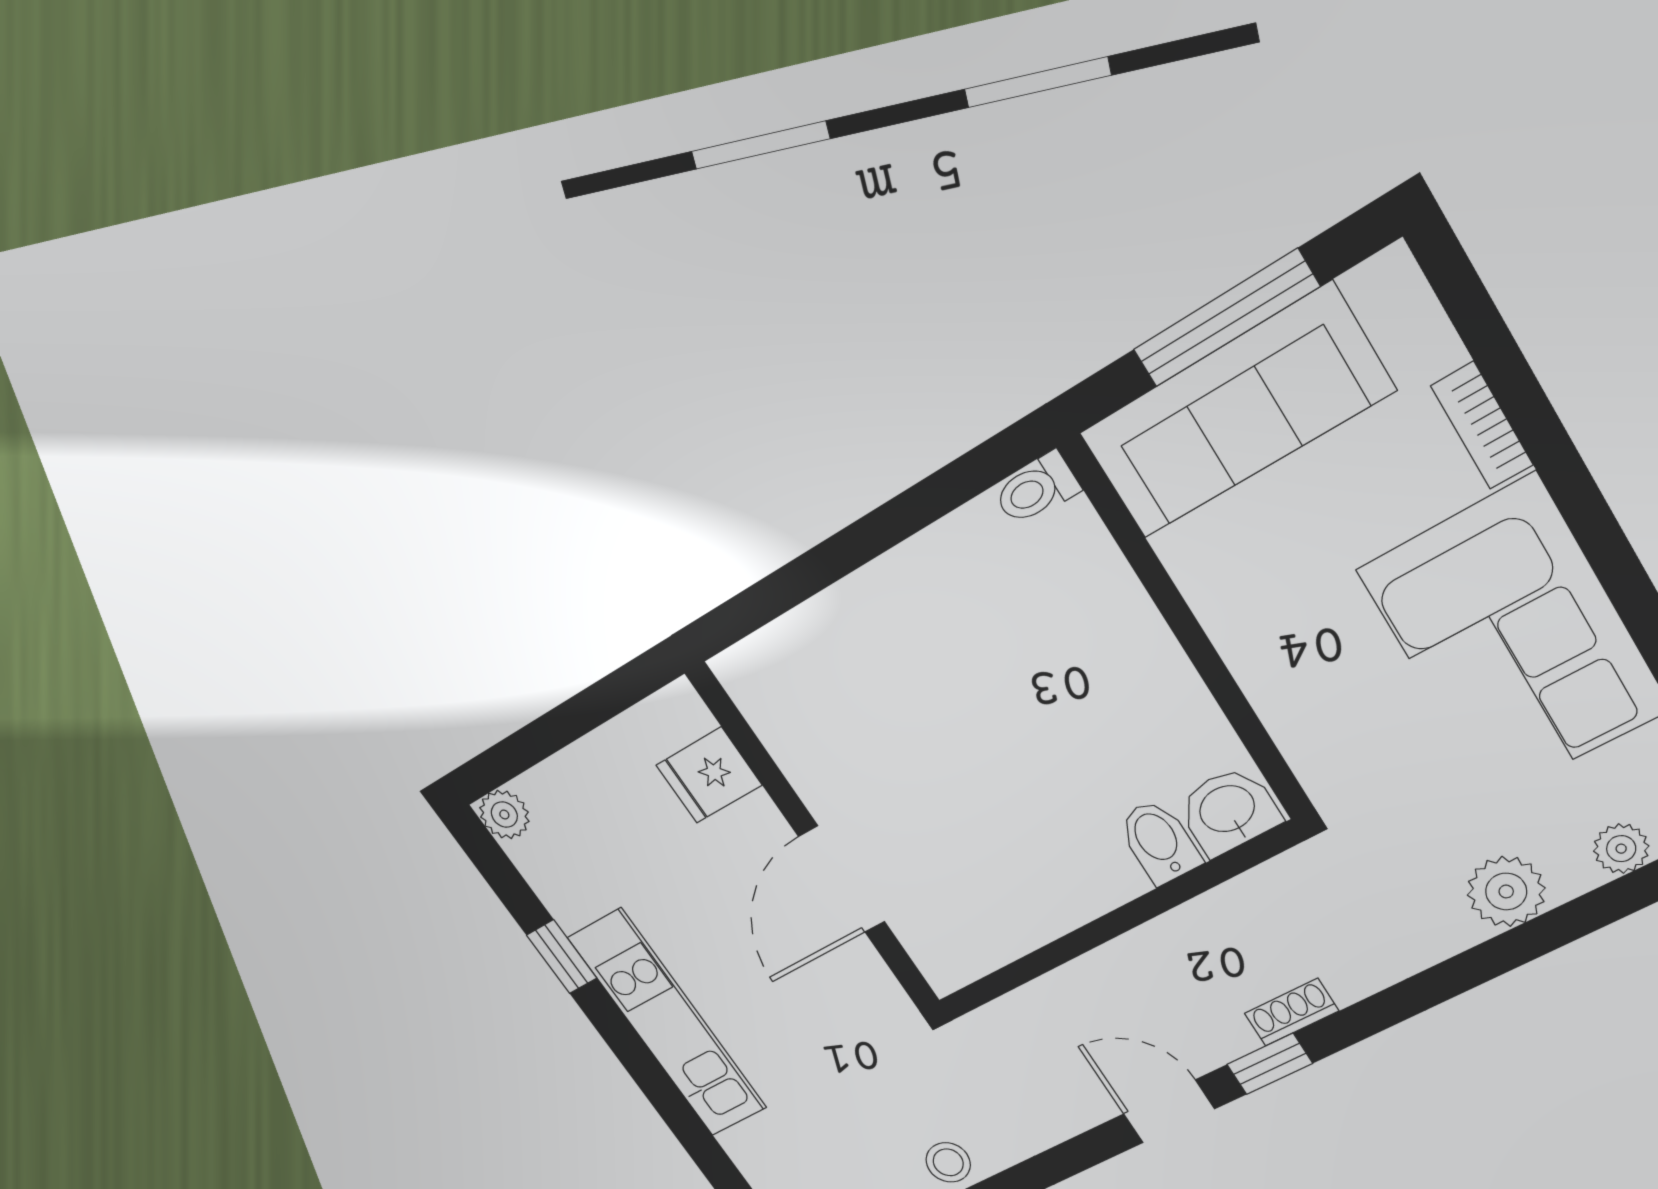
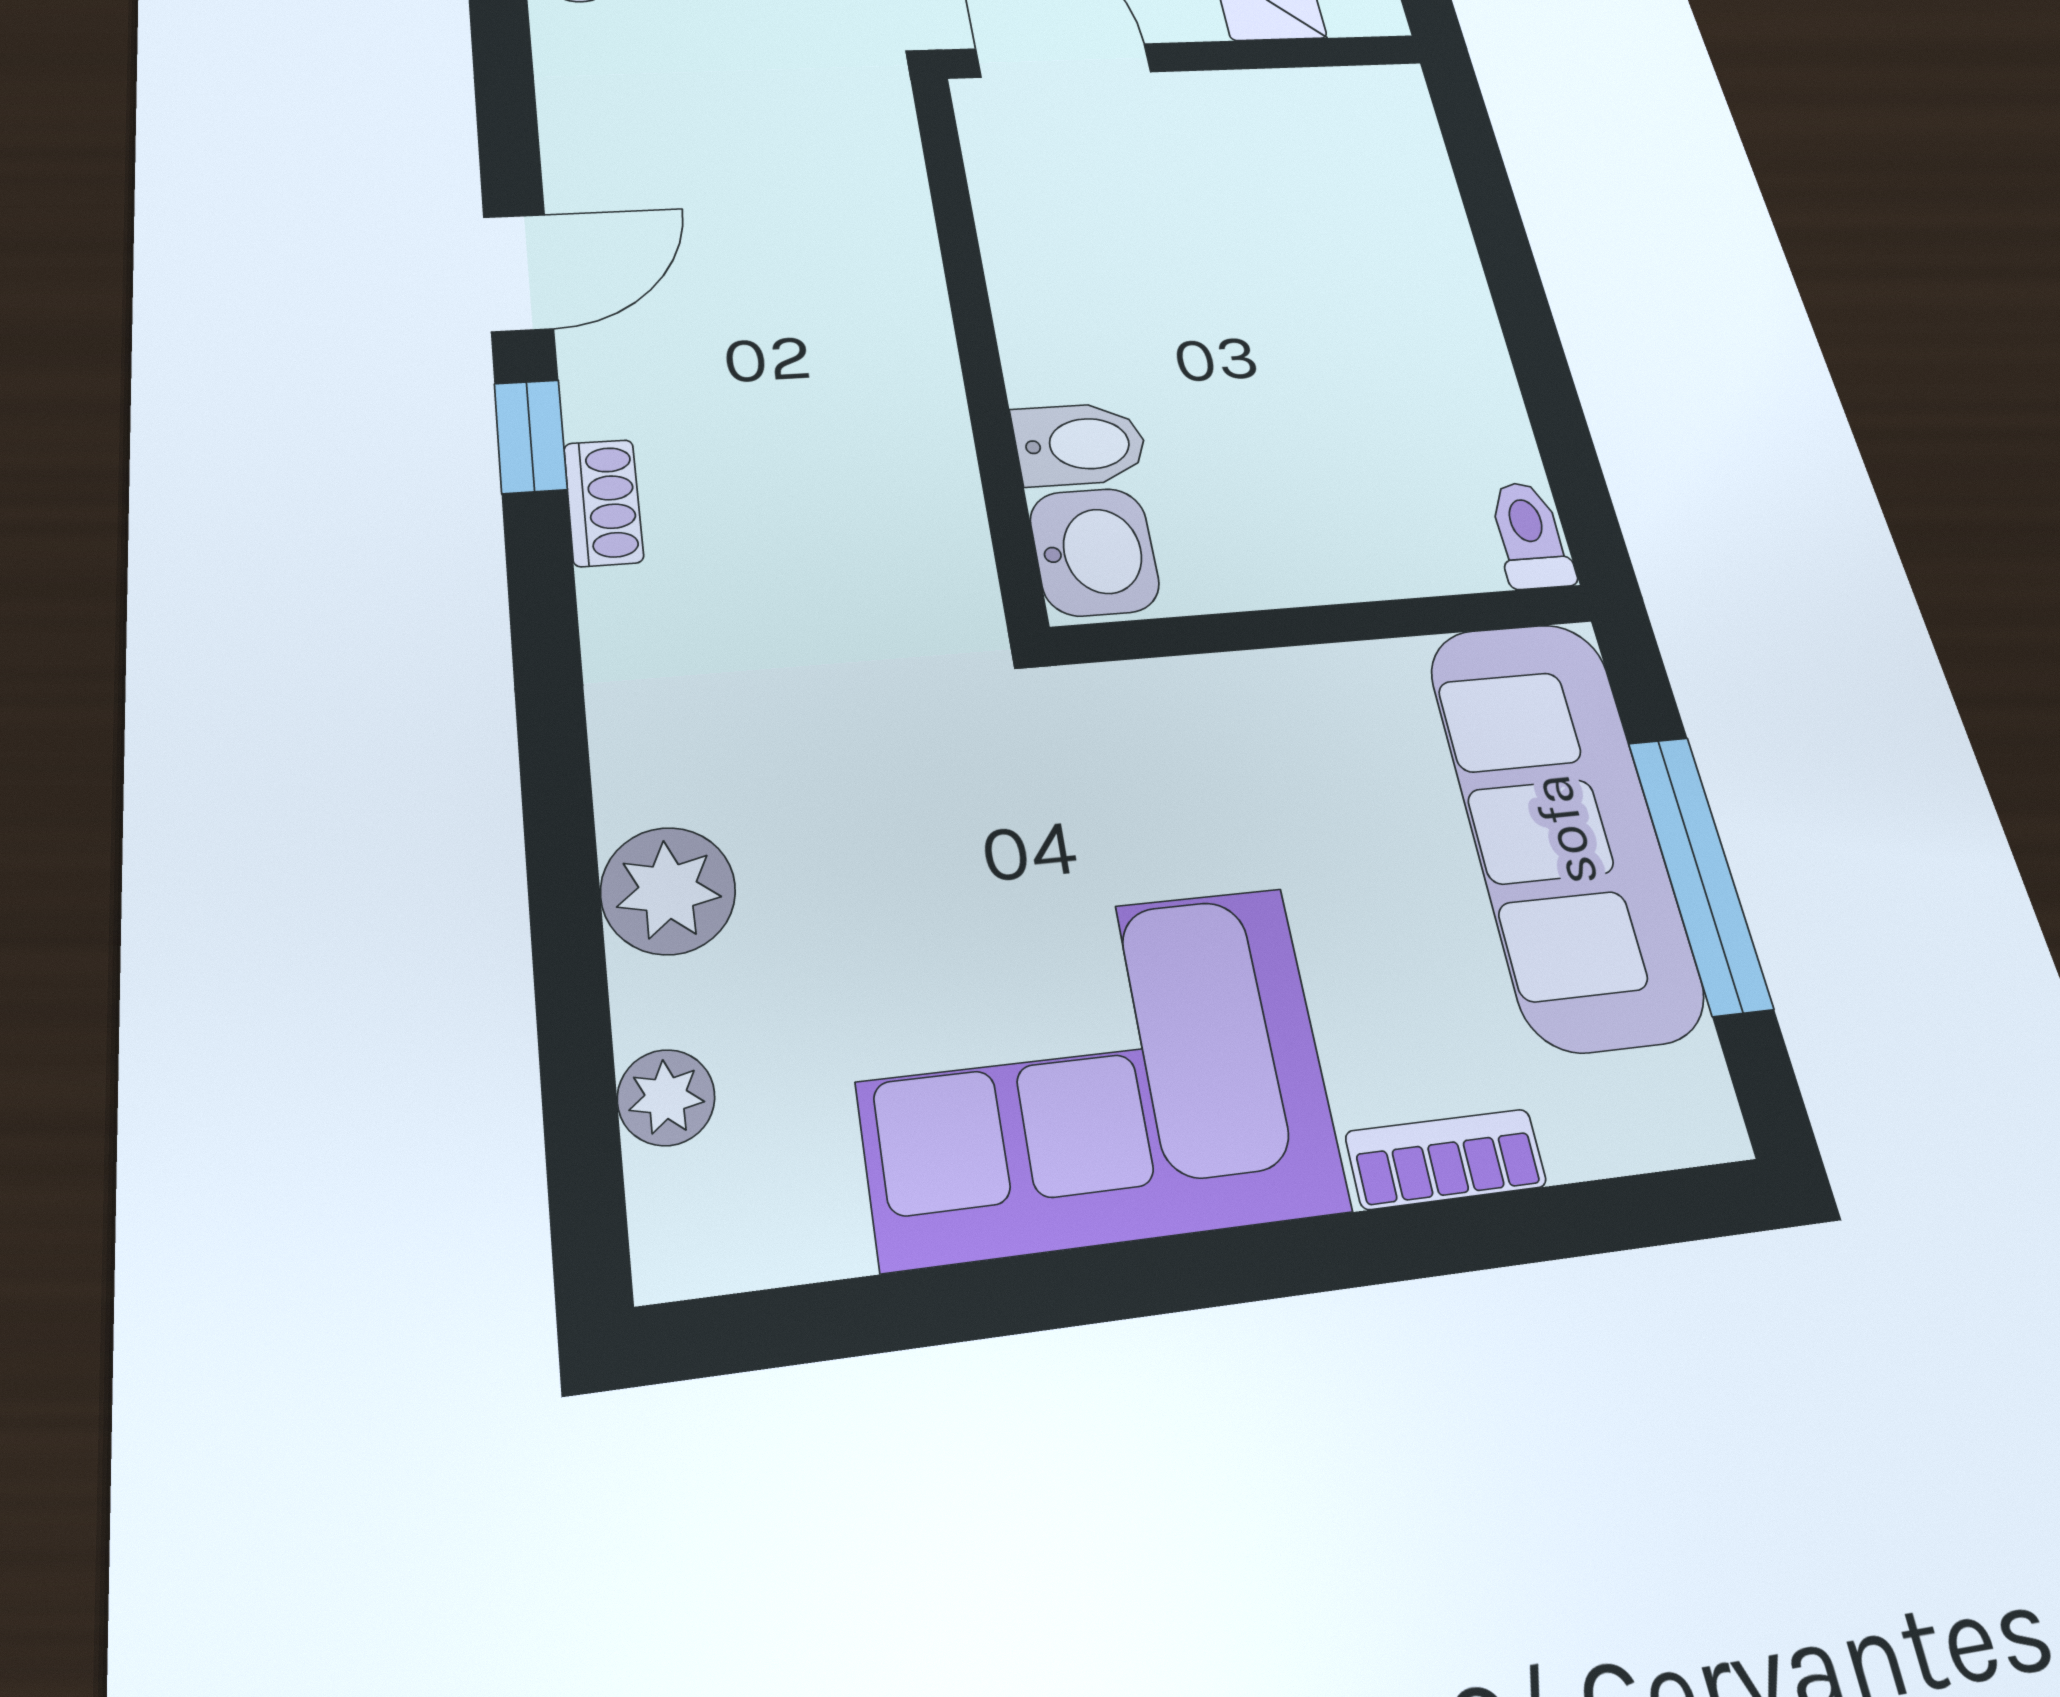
washbasin: (1228, 811) -> (1094, 552), moved
bidet: (1159, 842) -> (1080, 444), moved
wall: (1116, 923) -> (976, 336), moved

